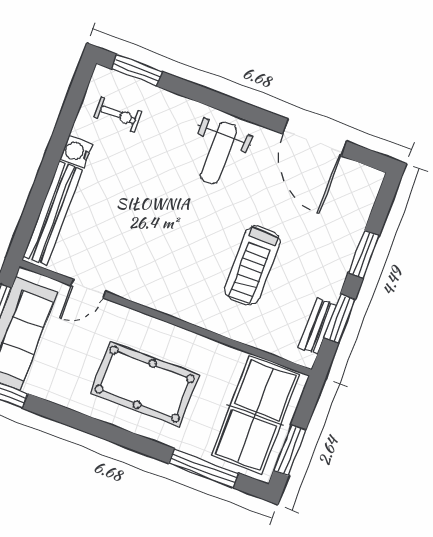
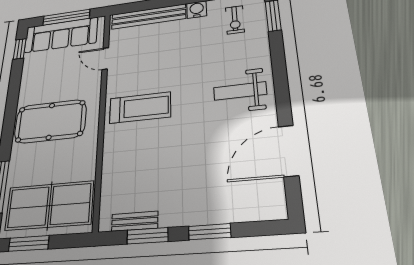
treadmill: (252, 265) -> (140, 108), moved, turned 180
pool table: (145, 384) -> (50, 121), turned 90

